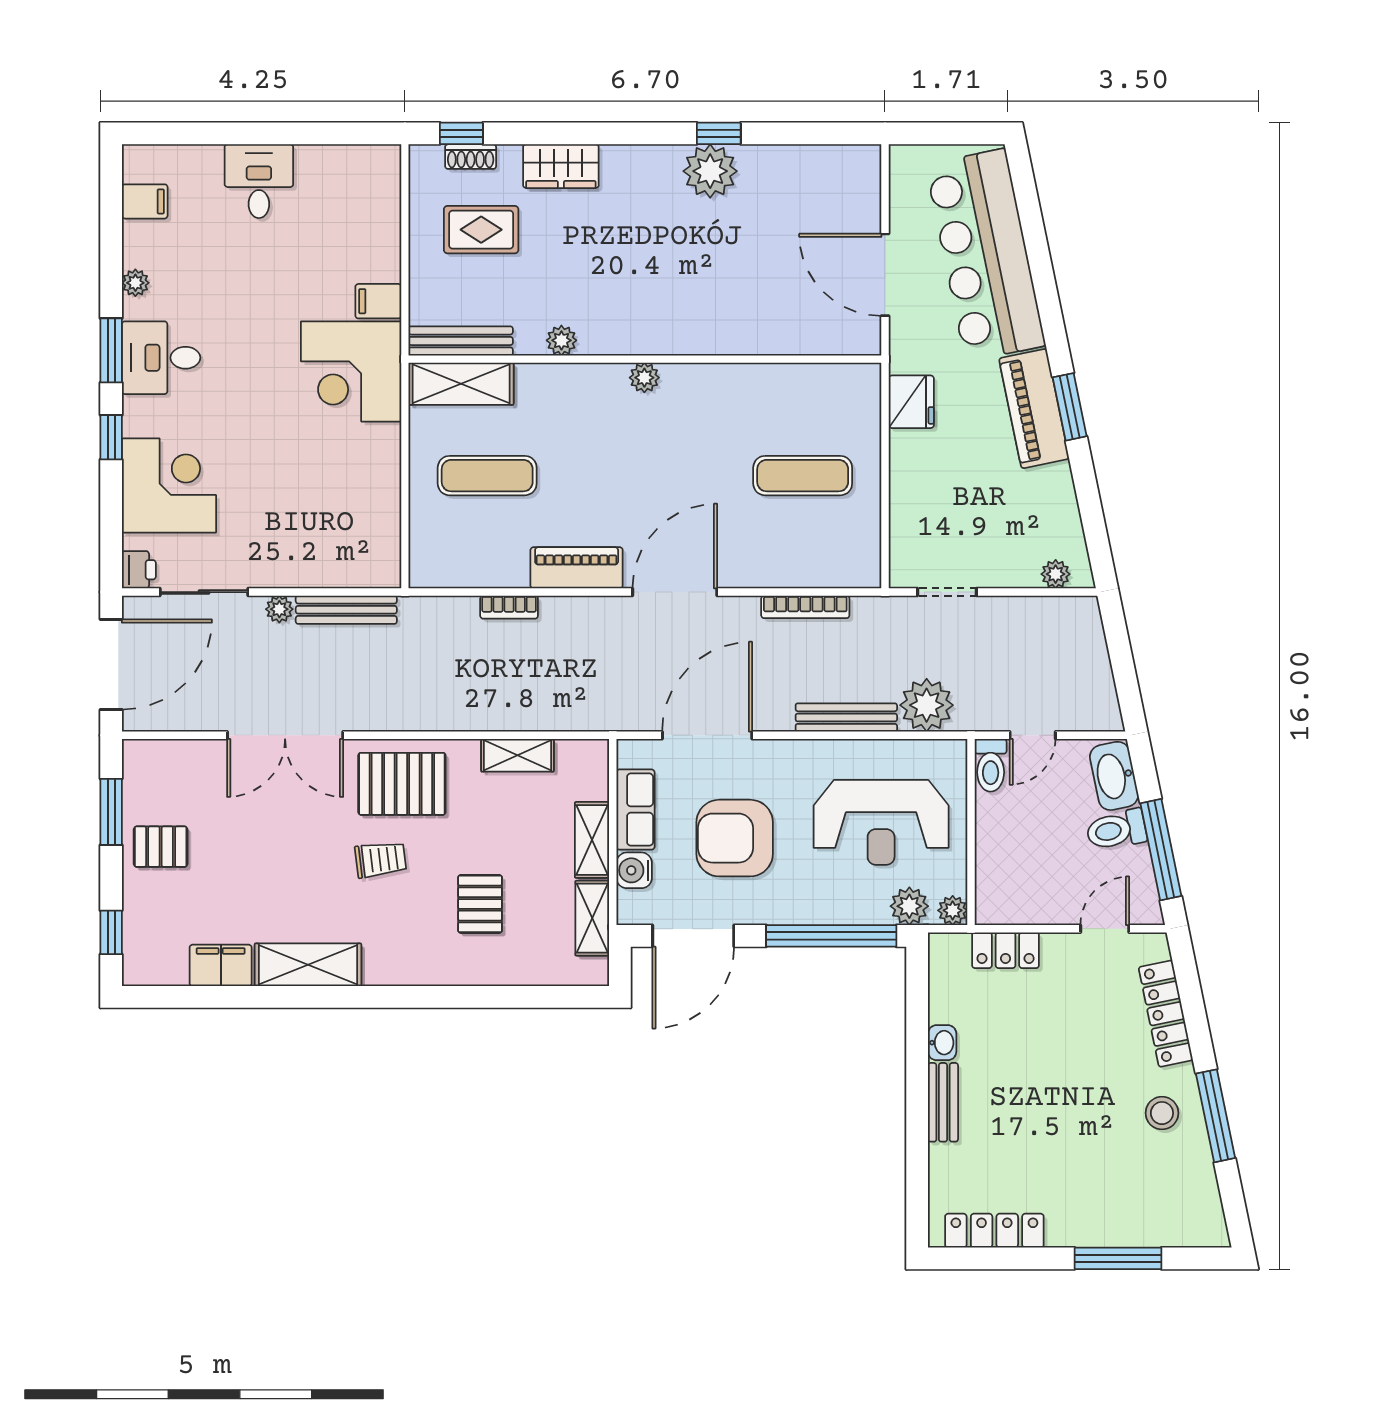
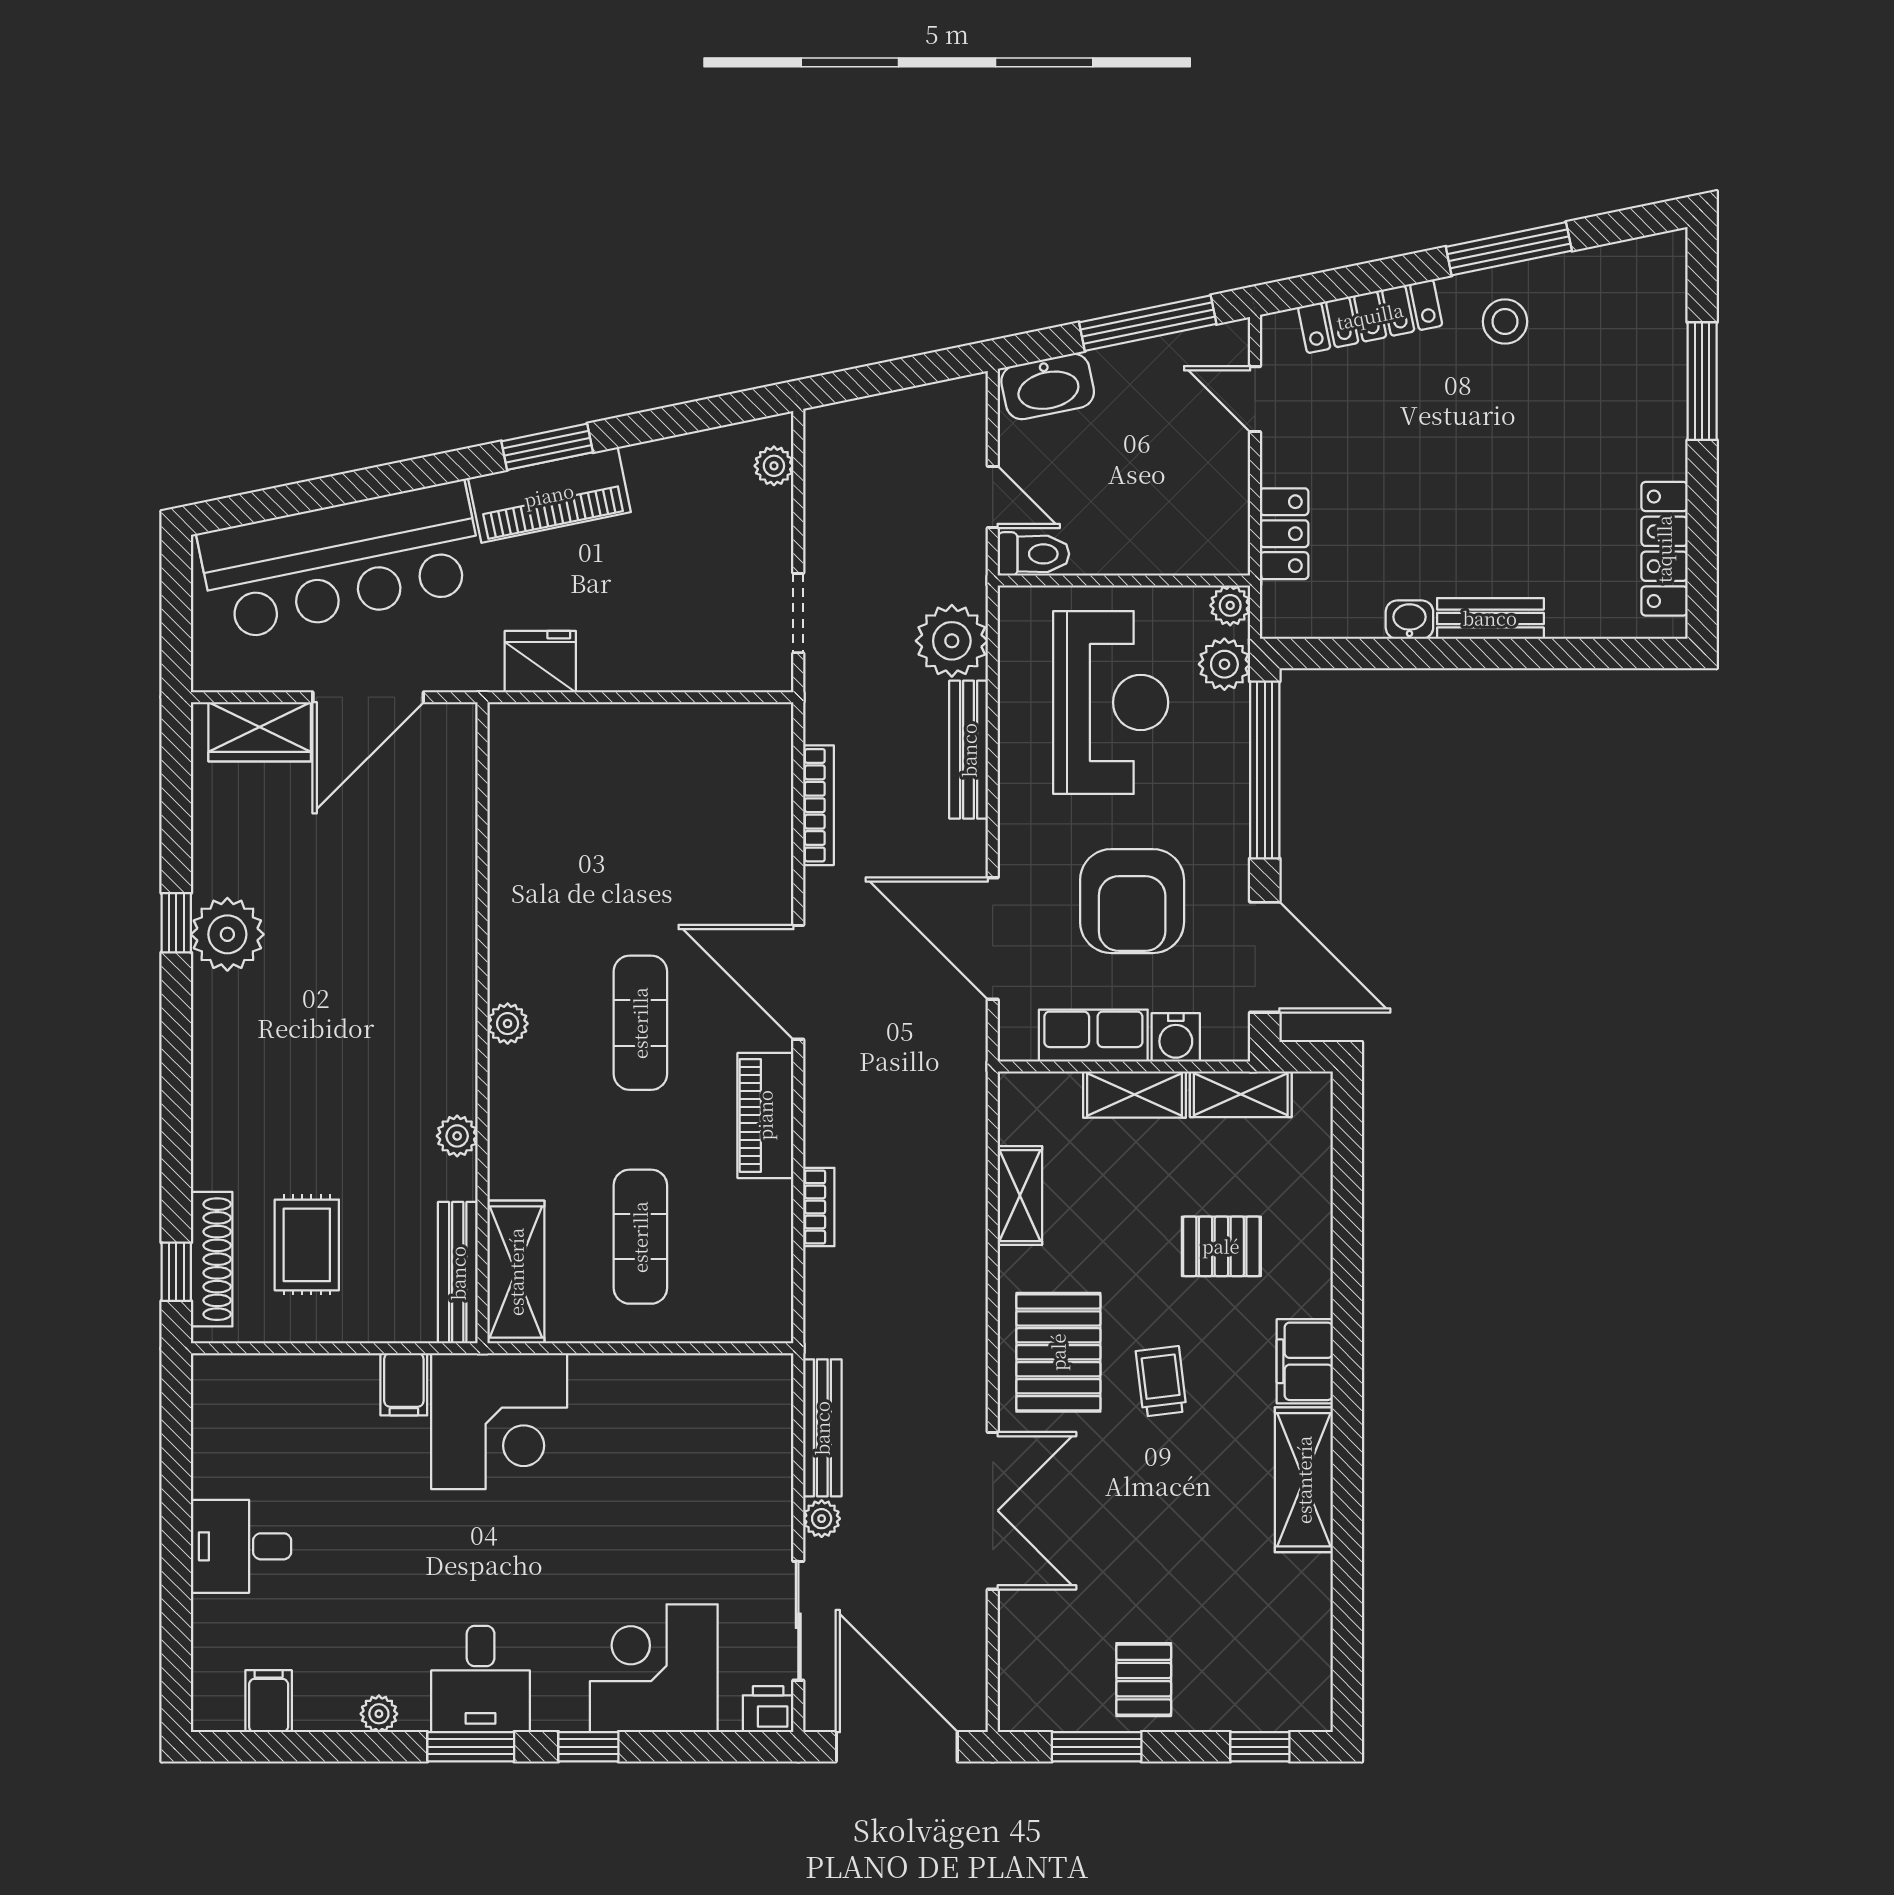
shoe rack: (471, 157) -> (212, 1259), width x1.94, depth x1.24
wardrobe: (561, 166) -> (260, 732), moved, turned 90
exercise mat: (803, 476) -> (640, 1023), moved
toilet: (1116, 830) -> (1121, 383), removed
filing cabinet: (221, 965) -> (1305, 1361), moved

